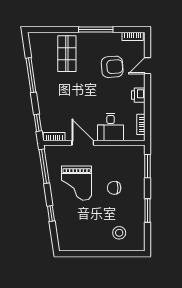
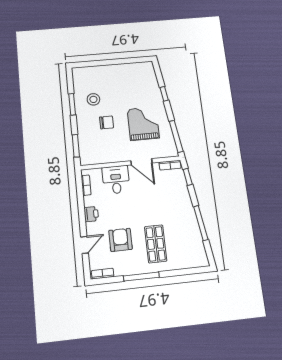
shop shelf: (67, 54) -> (156, 244), moved
armchair: (112, 67) -> (120, 240), turned 94
stool: (119, 233) -> (93, 99), moved

